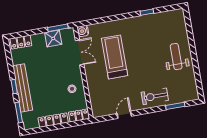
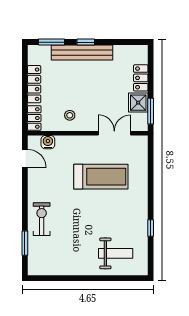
water cooler: (83, 31) -> (48, 142), moved
locker: (21, 42) -> (141, 78), moved
double door: (80, 52) -> (114, 133), swing flipped
weight bench: (176, 57) -> (116, 253), moved
door: (124, 115) -> (25, 158), moved

